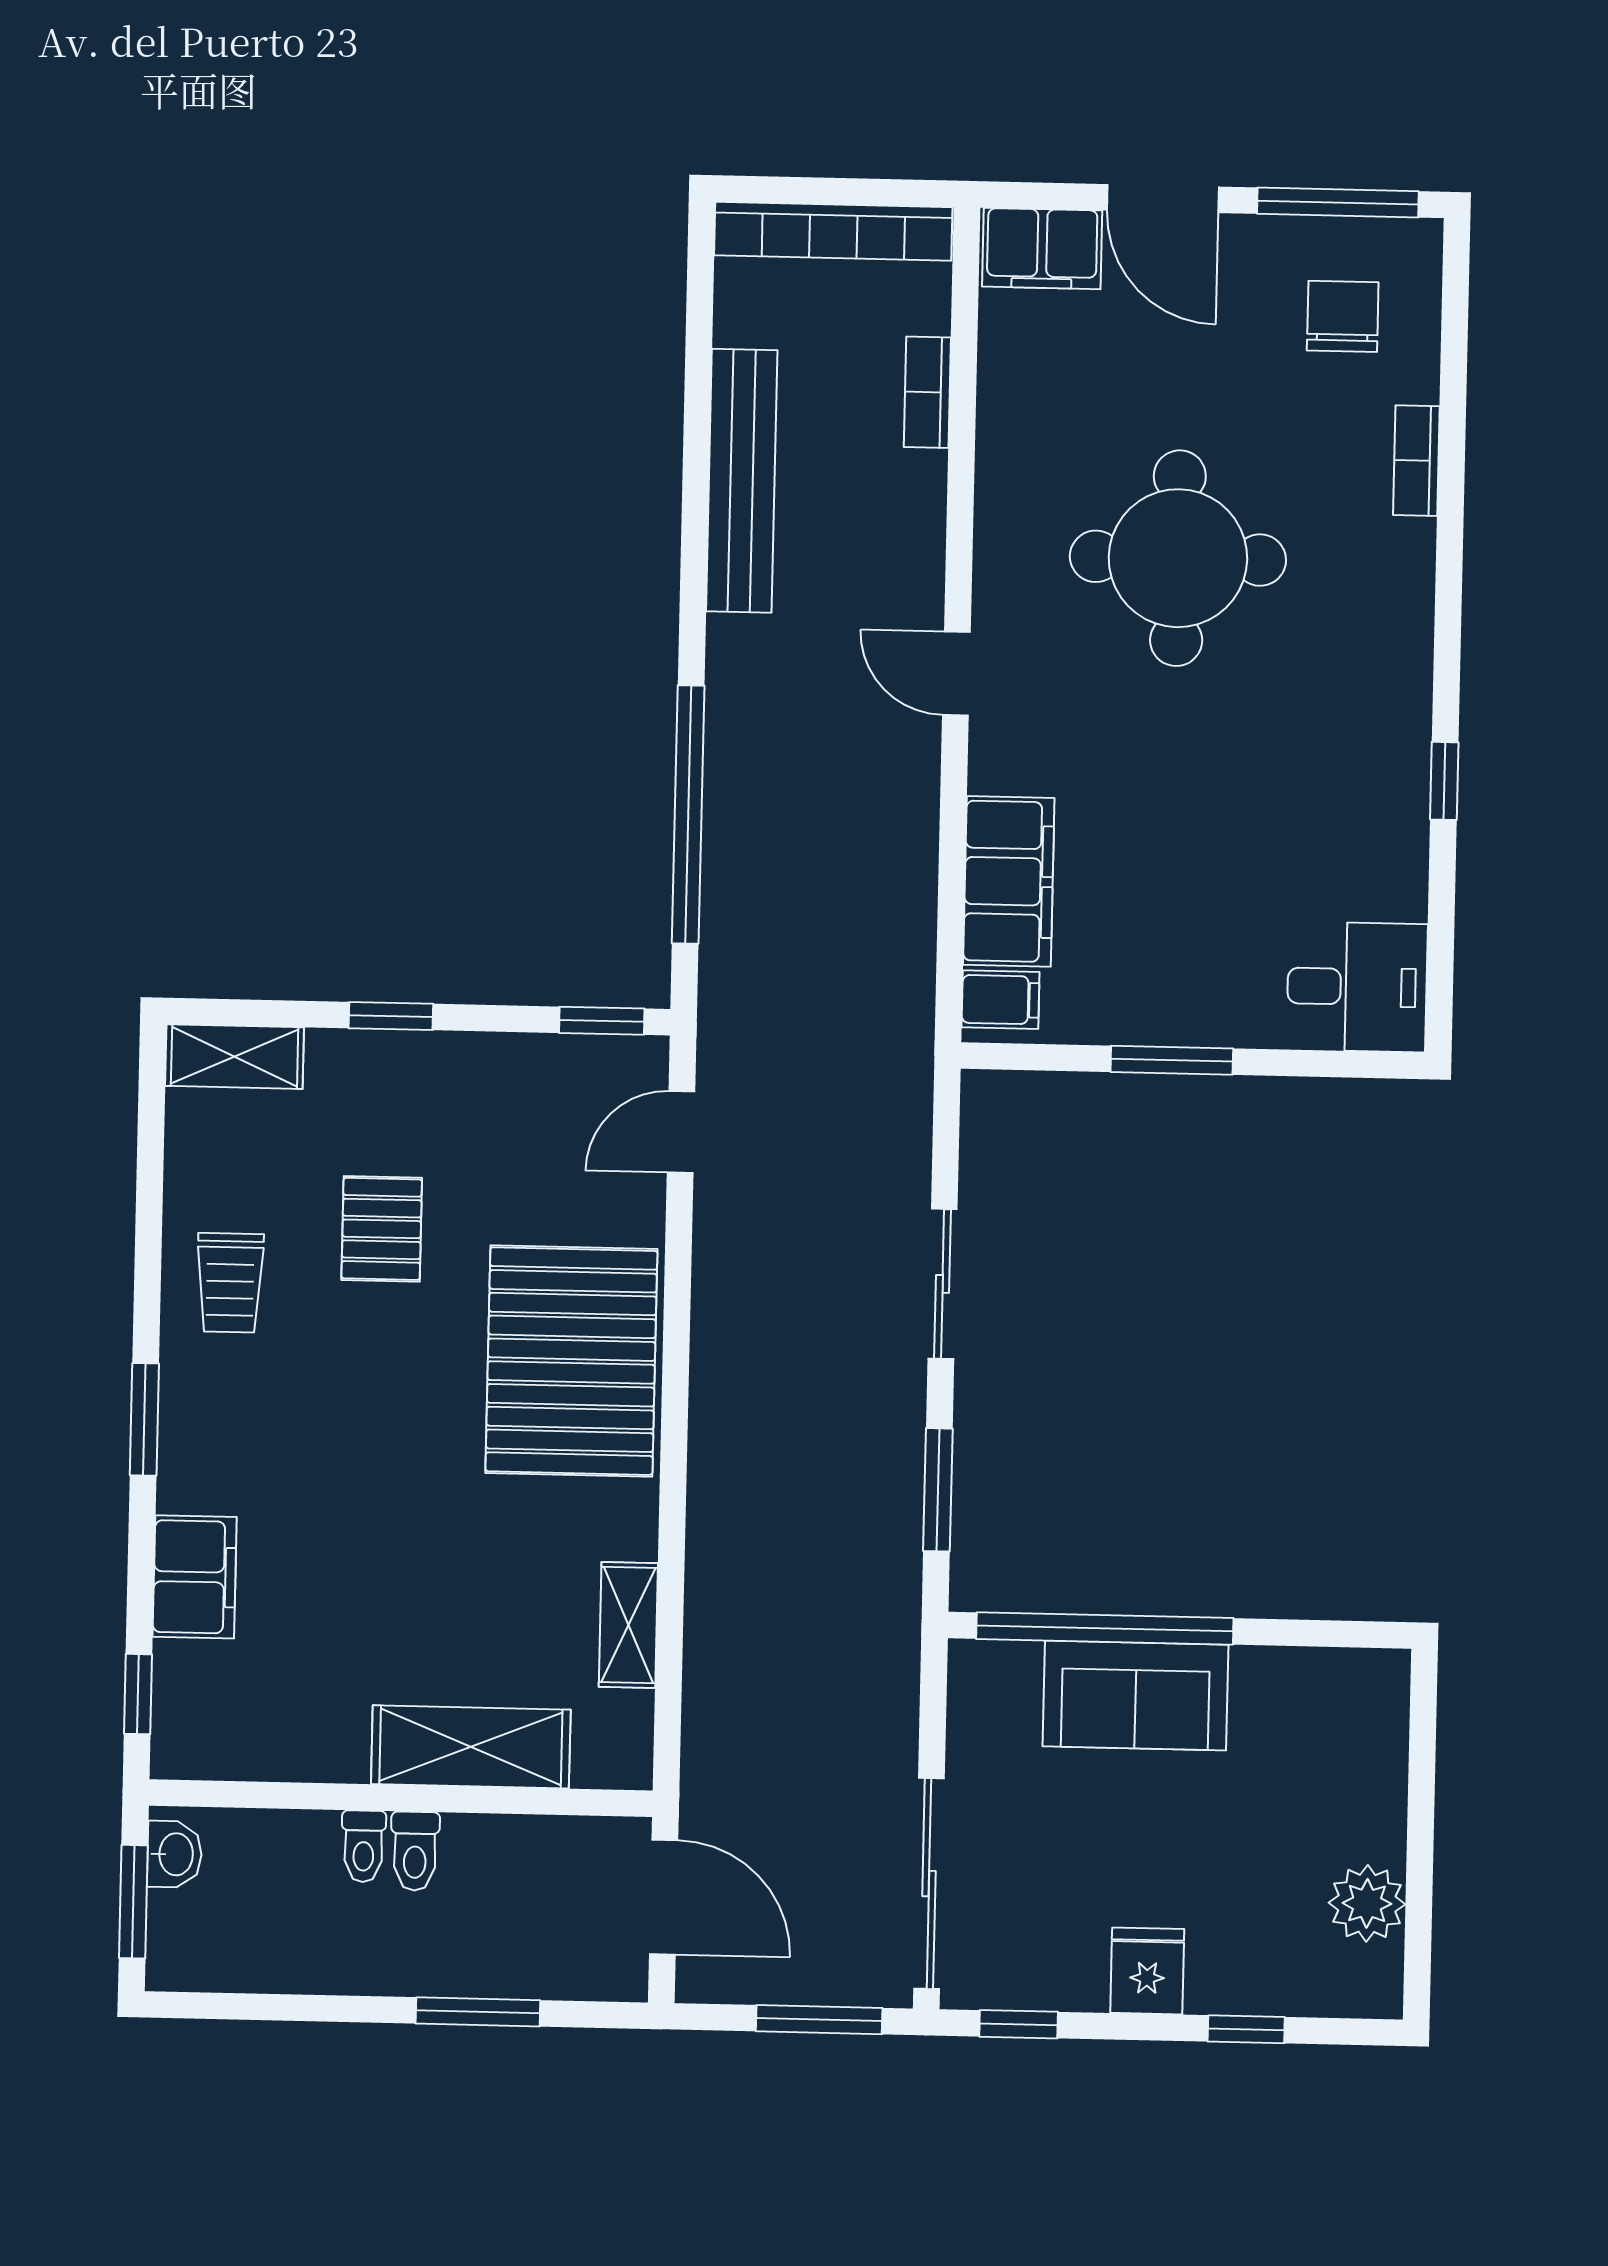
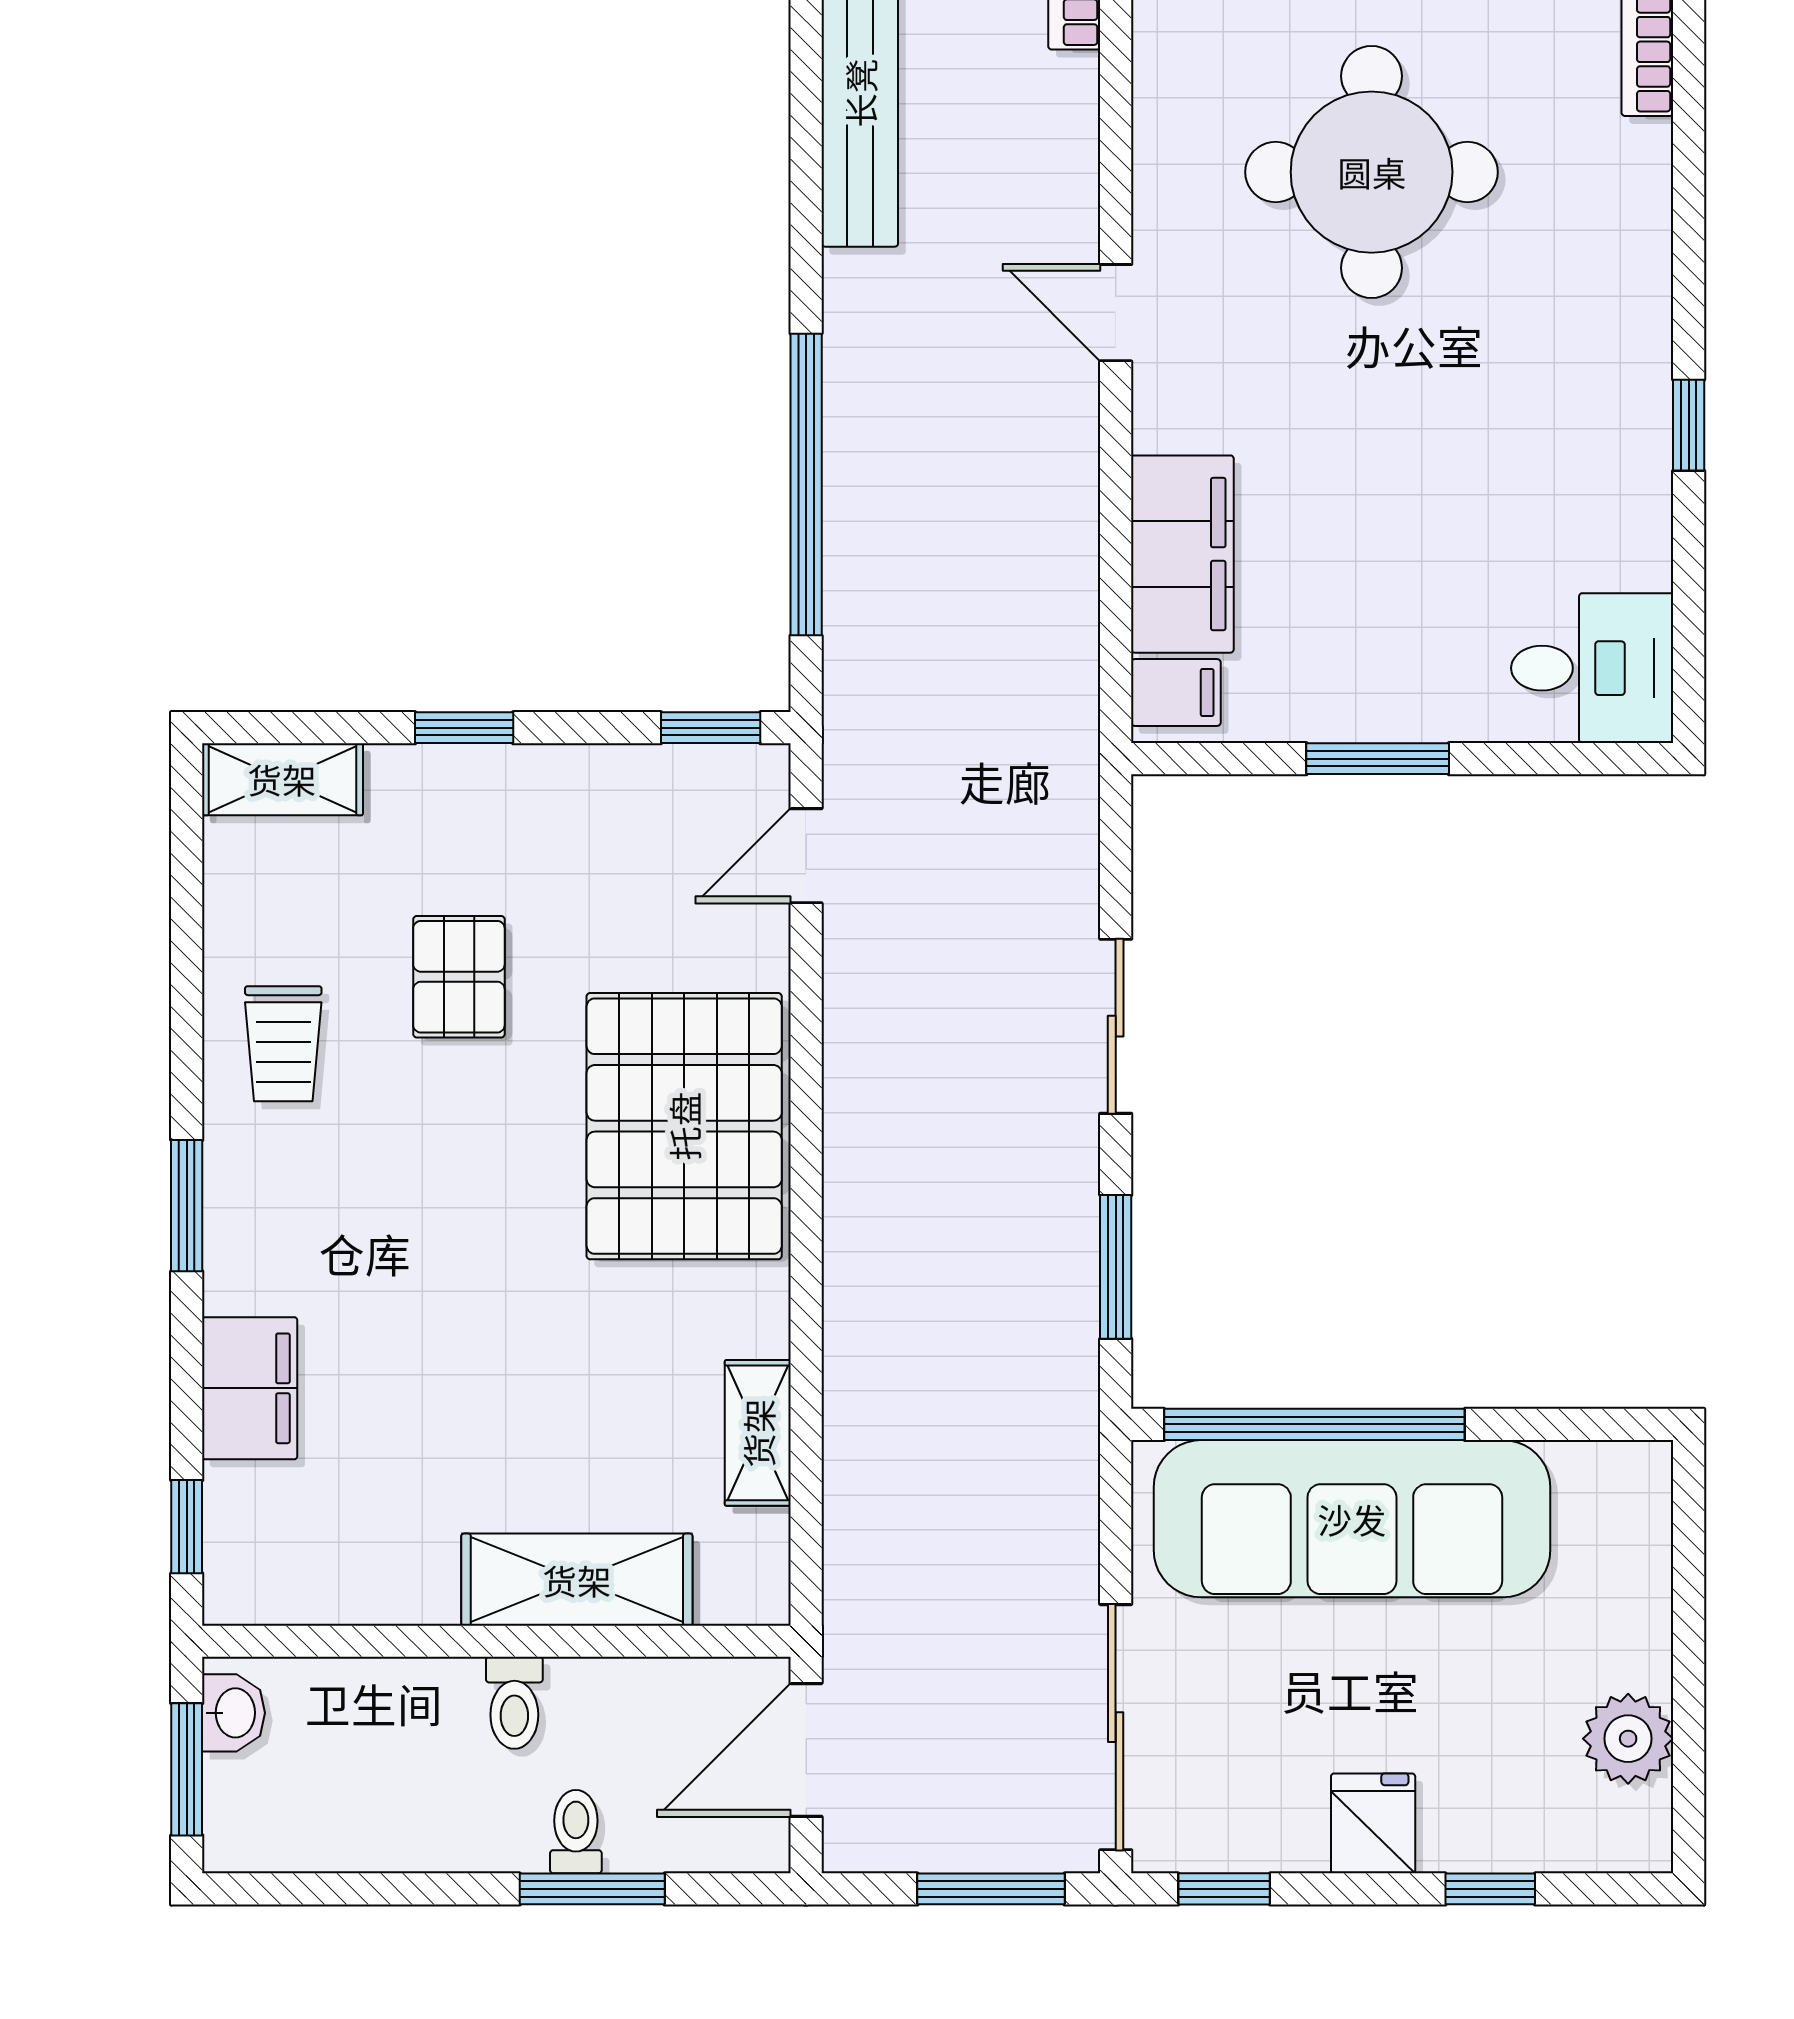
sofa: (1135, 1695) -> (1352, 1519), width x1.85, depth x1.27
toilet: (364, 1846) -> (576, 1832), moved, turned 180
door: (664, 1897) -> (806, 1750), swing flipped

